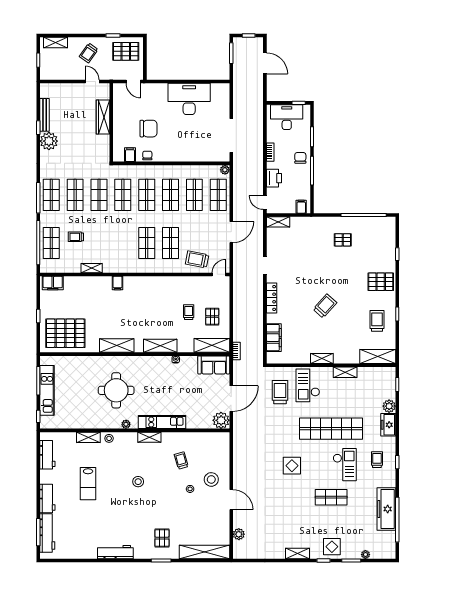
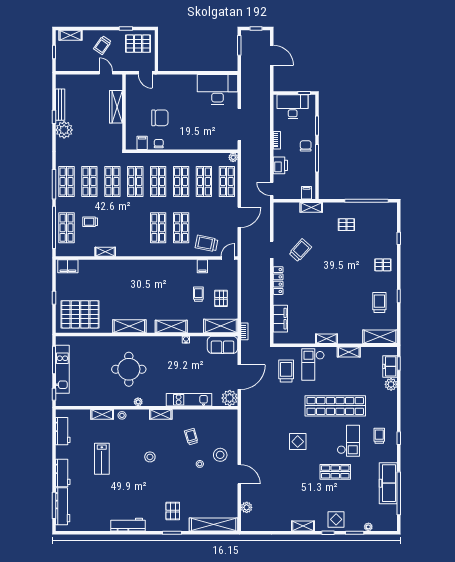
desk: (189, 99) -> (217, 89), moved
shelving: (278, 222) -> (311, 207), moved
pallet: (381, 282) -> (383, 265), width x0.67, depth x0.71
filing cabinet: (117, 283) -> (202, 266), moved
trolley: (325, 306) -> (300, 250), moved
kitchen unit: (162, 422) -> (189, 400), moved
freezer: (388, 425) -> (390, 366), moved

